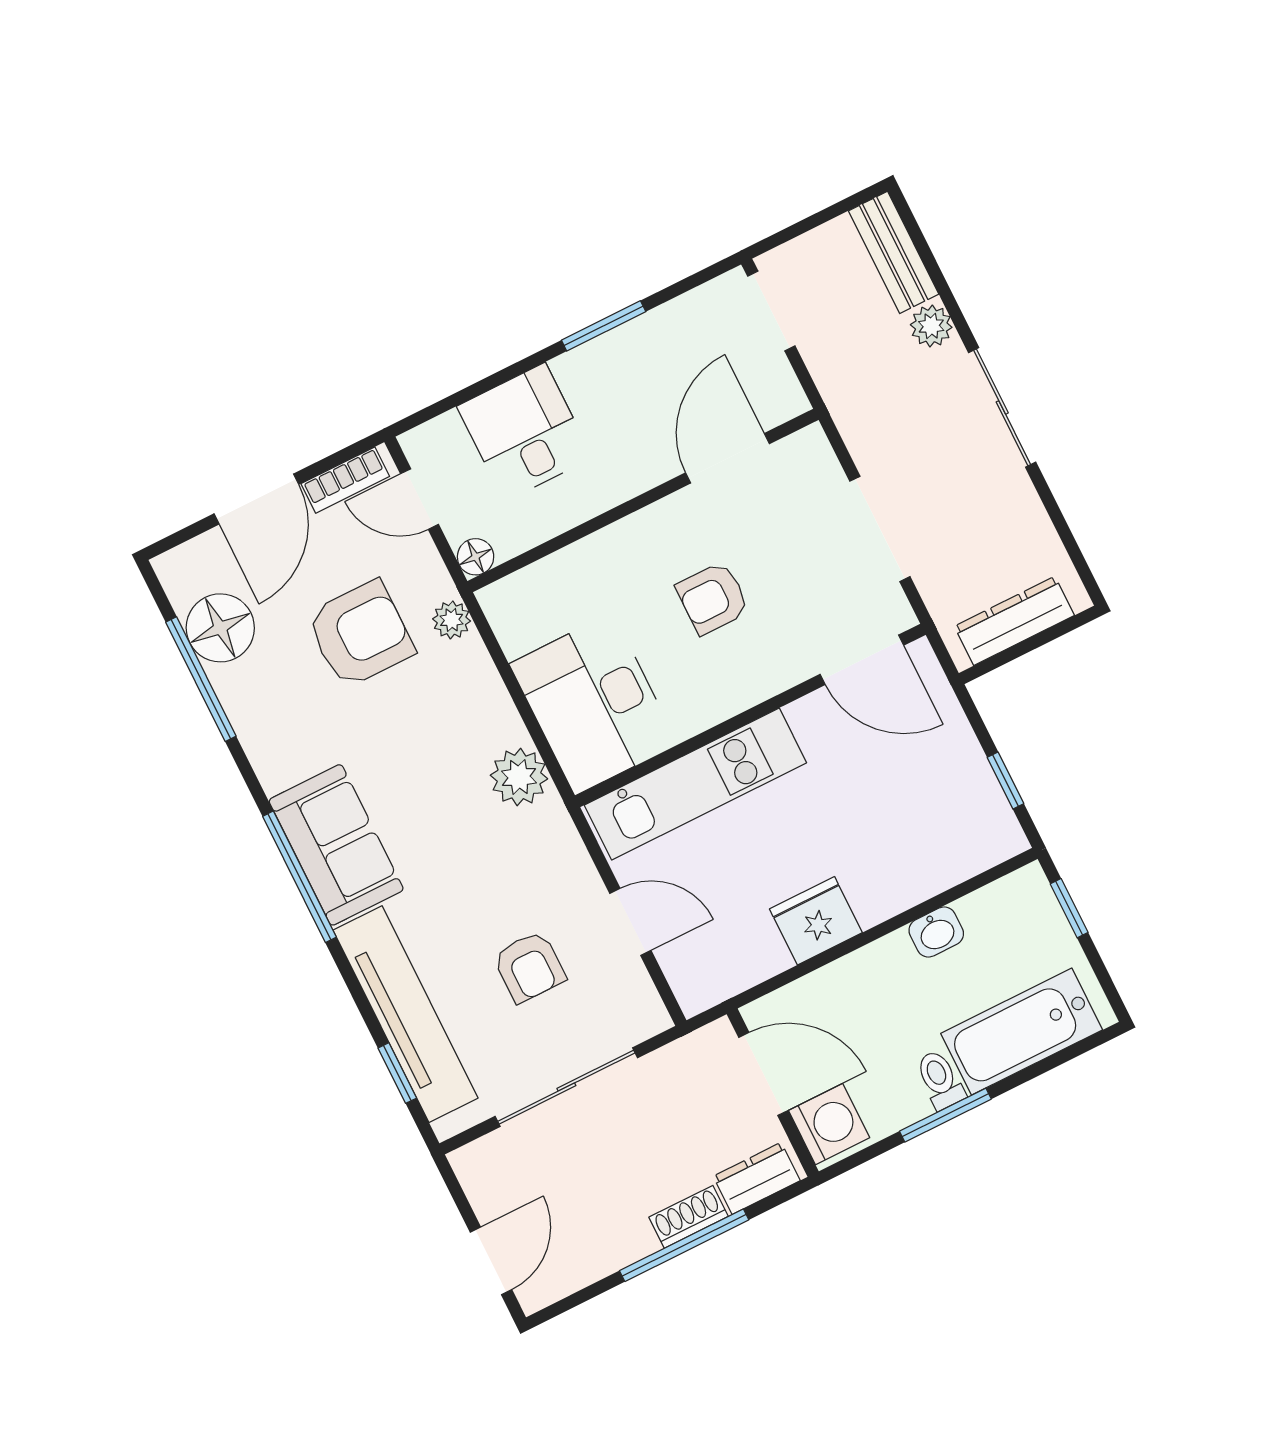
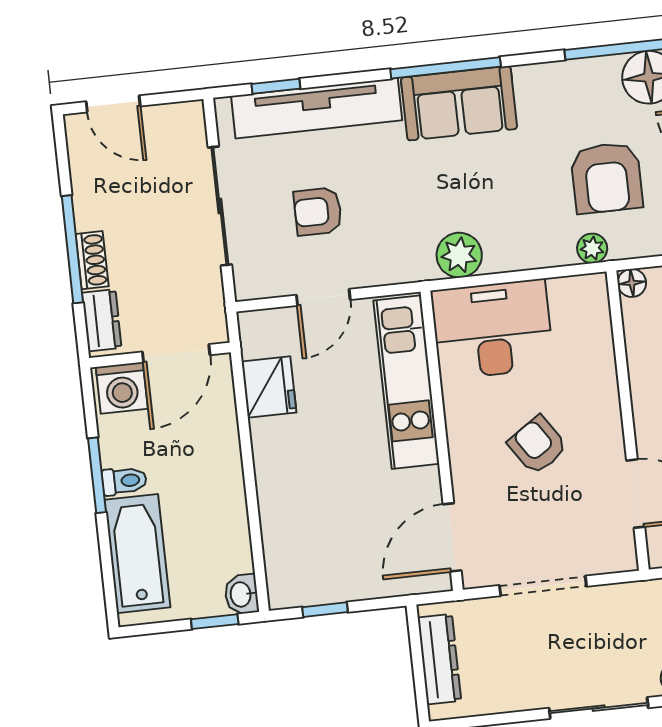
armchair: (713, 598) -> (537, 445), turned -34
fridge: (816, 921) -> (269, 387), moved
washbasin: (936, 932) -> (241, 594), moved

